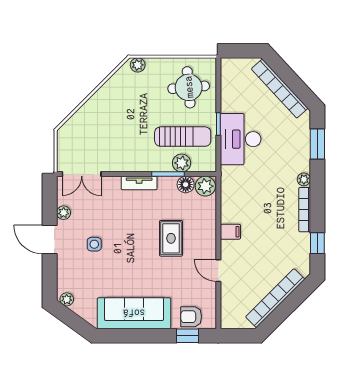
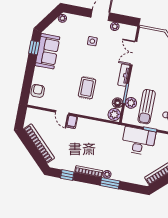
window: (317, 144) -> (110, 183), moved
double door: (82, 174) -> (134, 53), moved
filing cabinet: (230, 232) -> (72, 122), moved
rug: (171, 238) -> (87, 88), turned 90
door: (218, 271) -> (62, 113), swing flipped
sofa: (134, 313) -> (47, 51), width x0.73
window: (188, 336) -> (34, 48), moved

